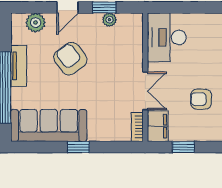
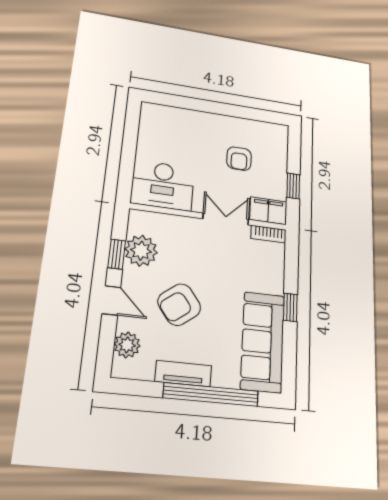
plant: (109, 20) -> (141, 251), width x1.88, depth x1.88

